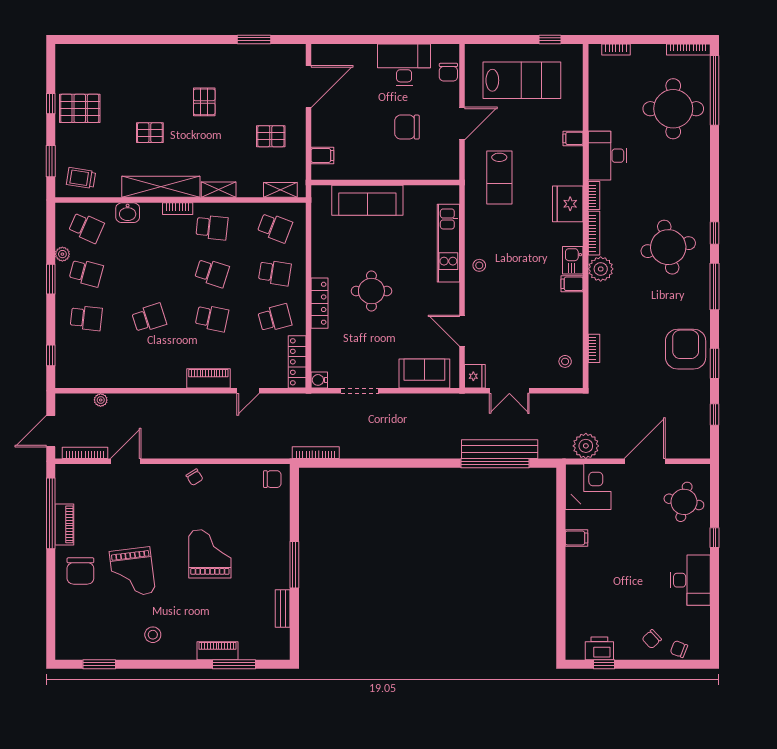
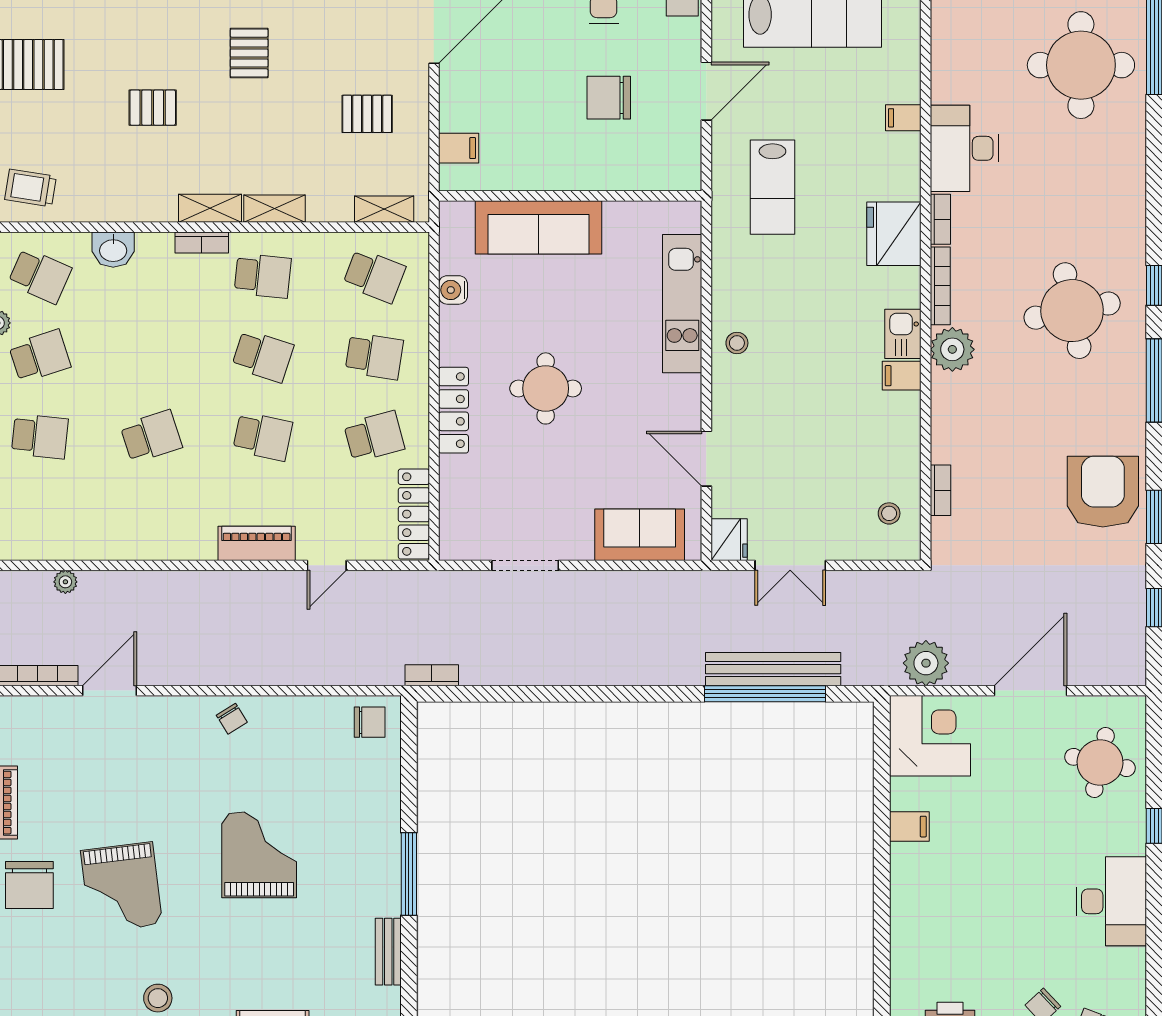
shelving: (161, 187) -> (210, 208), width x0.45, depth x0.75
school desk: (86, 273) -> (40, 356), turned -33
water cooler: (319, 380) -> (453, 290), moved
bookcase: (316, 453) -> (432, 675), width x0.64

